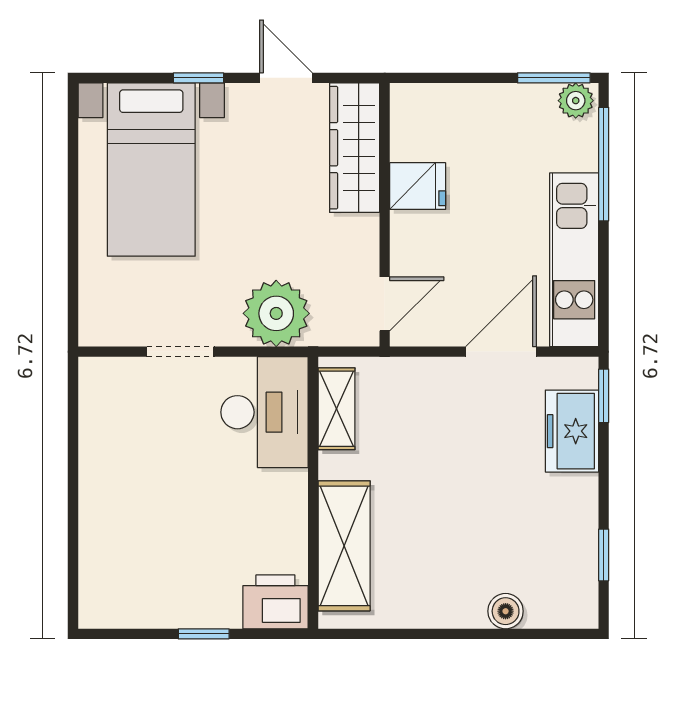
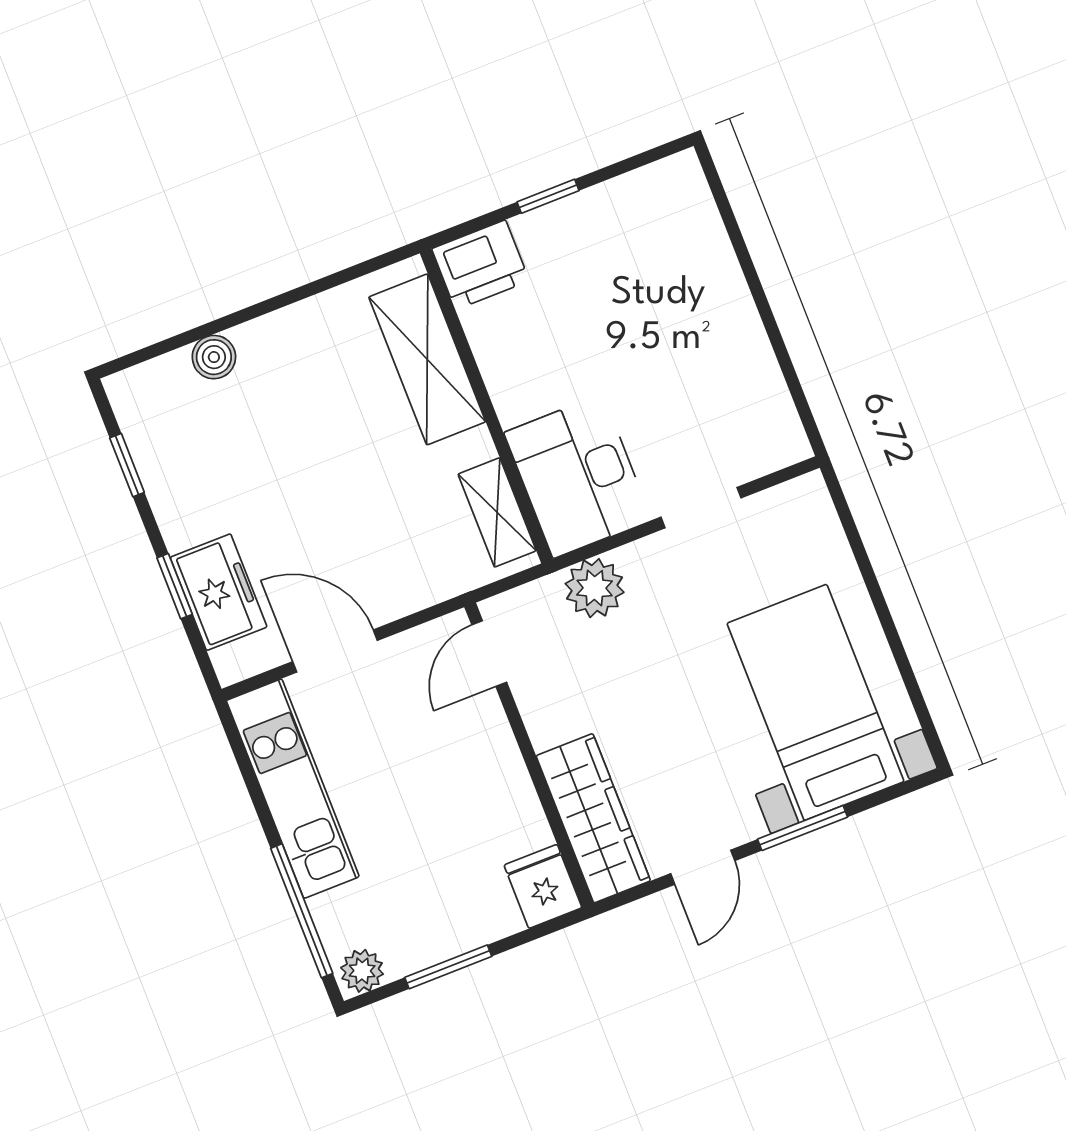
window: (198, 78) -> (803, 828), width x1.50
door: (286, 78) -> (703, 867), hinge flipped
window: (554, 78) -> (448, 967), moved
fridge: (418, 186) -> (543, 886), moved, turned 90
plant: (276, 313) -> (595, 588), width x0.73, depth x0.73
door: (501, 352) -> (335, 651), swing flipped
window: (604, 396) -> (175, 586), moved

